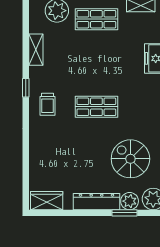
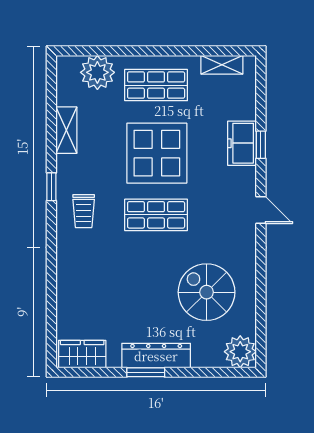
display table: (97, 65) -> (157, 153), added
plant: (130, 201) -> (205, 355), removed
window: (124, 213) -> (146, 372), moved

